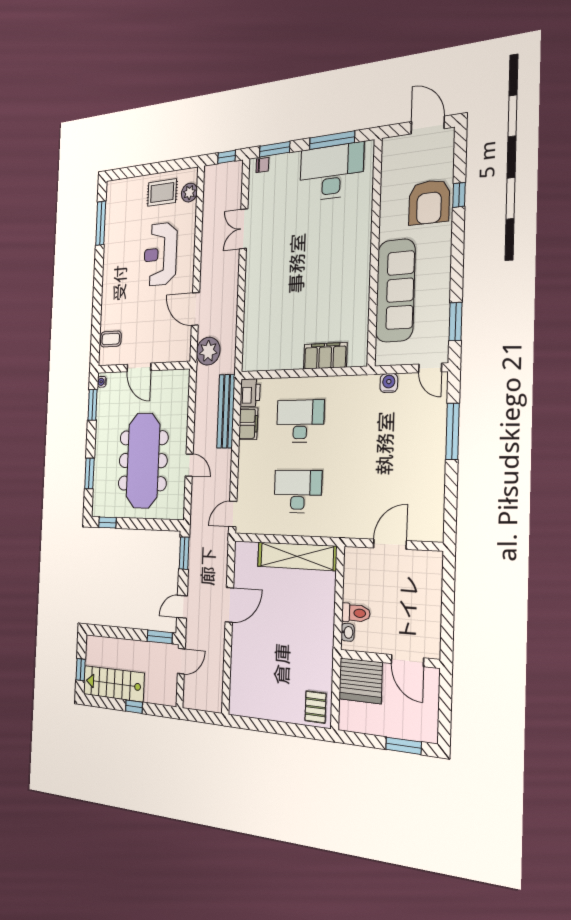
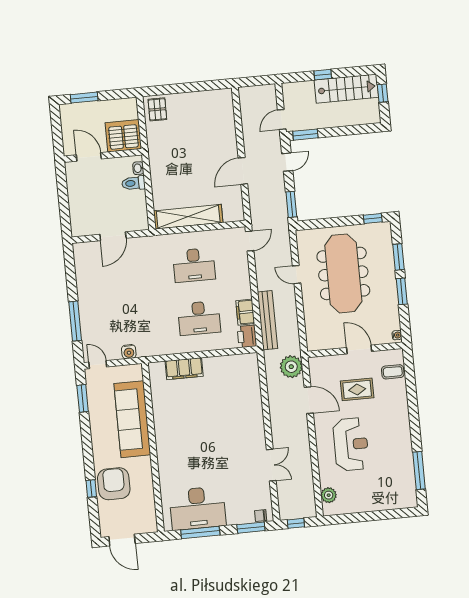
rug: (162, 193) -> (357, 389), moved
window: (93, 405) -> (402, 291), moved

